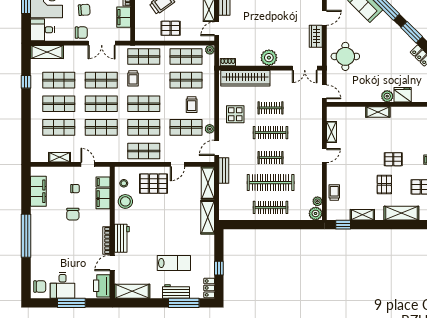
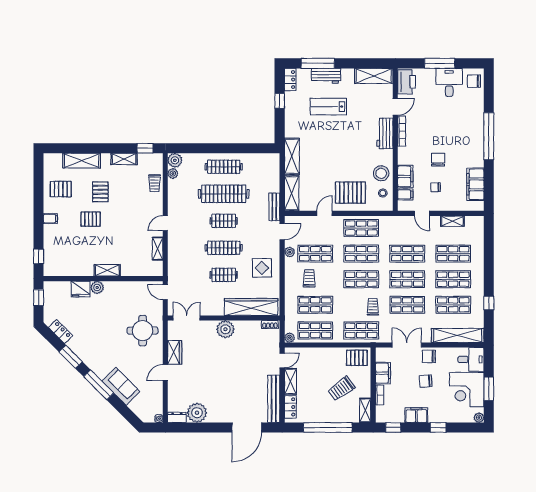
pallet: (171, 28) -> (357, 358), moved
shelving: (47, 52) -> (458, 335), width x1.47

